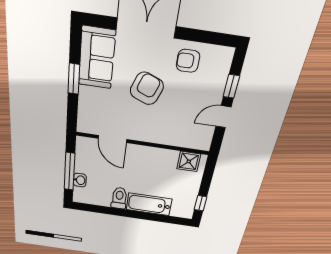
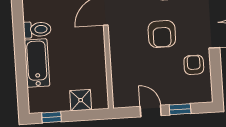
armchair: (147, 89) -> (162, 34), turned 69
shower: (189, 161) -> (81, 100), moved

